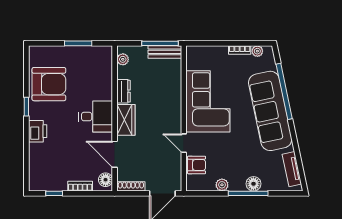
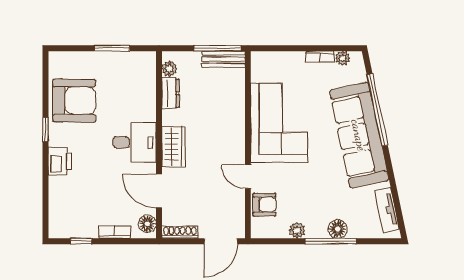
dresser: (124, 91) -> (170, 93), moved

